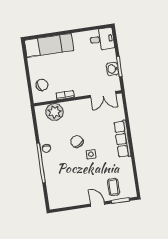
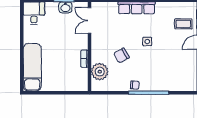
chair: (42, 85) -> (71, 80), removed
double door: (103, 95) -> (89, 21), swing flipped
chair: (77, 141) -> (121, 55), moved

